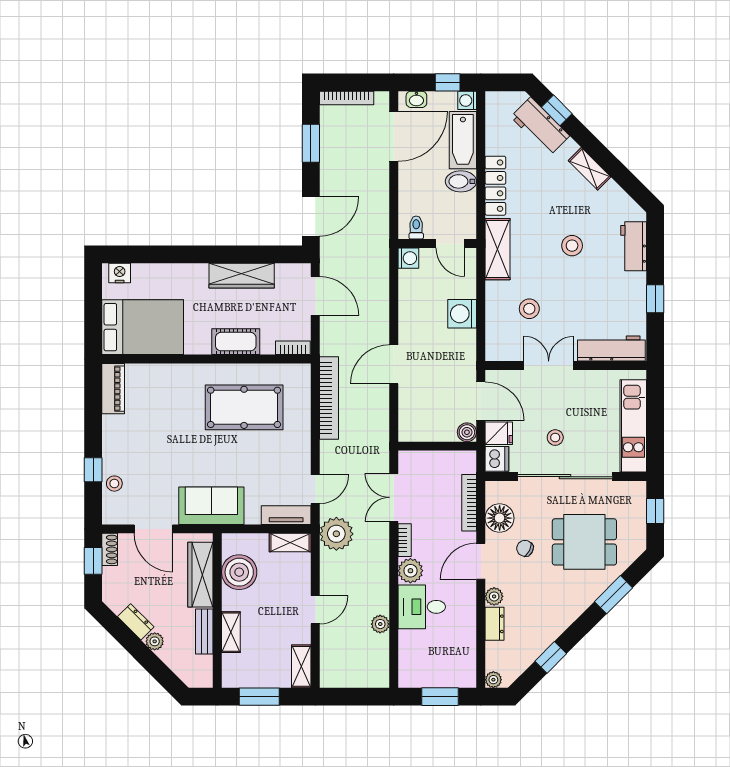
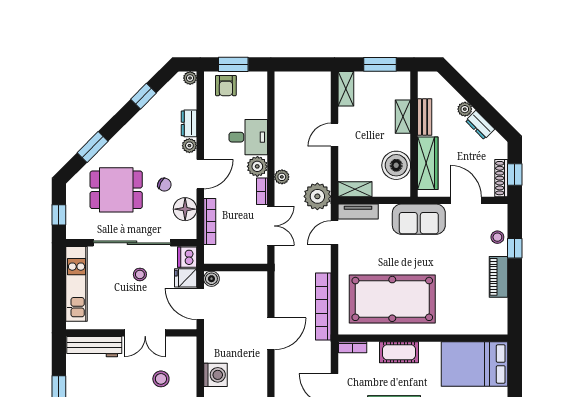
piano: (113, 389) -> (498, 277), moved
pool table: (244, 407) -> (392, 299), width x1.36, depth x1.32
shoe rack: (110, 549) -> (501, 178), width x1.43
plant: (380, 624) -> (282, 177), moved
armchair: (449, 670) -> (226, 86), added

